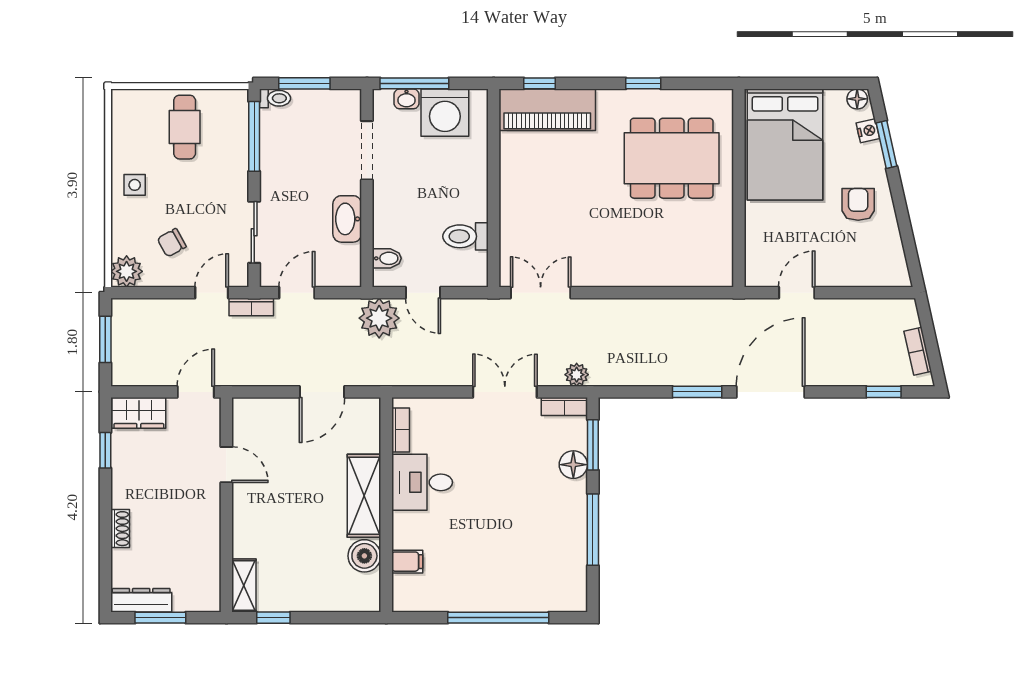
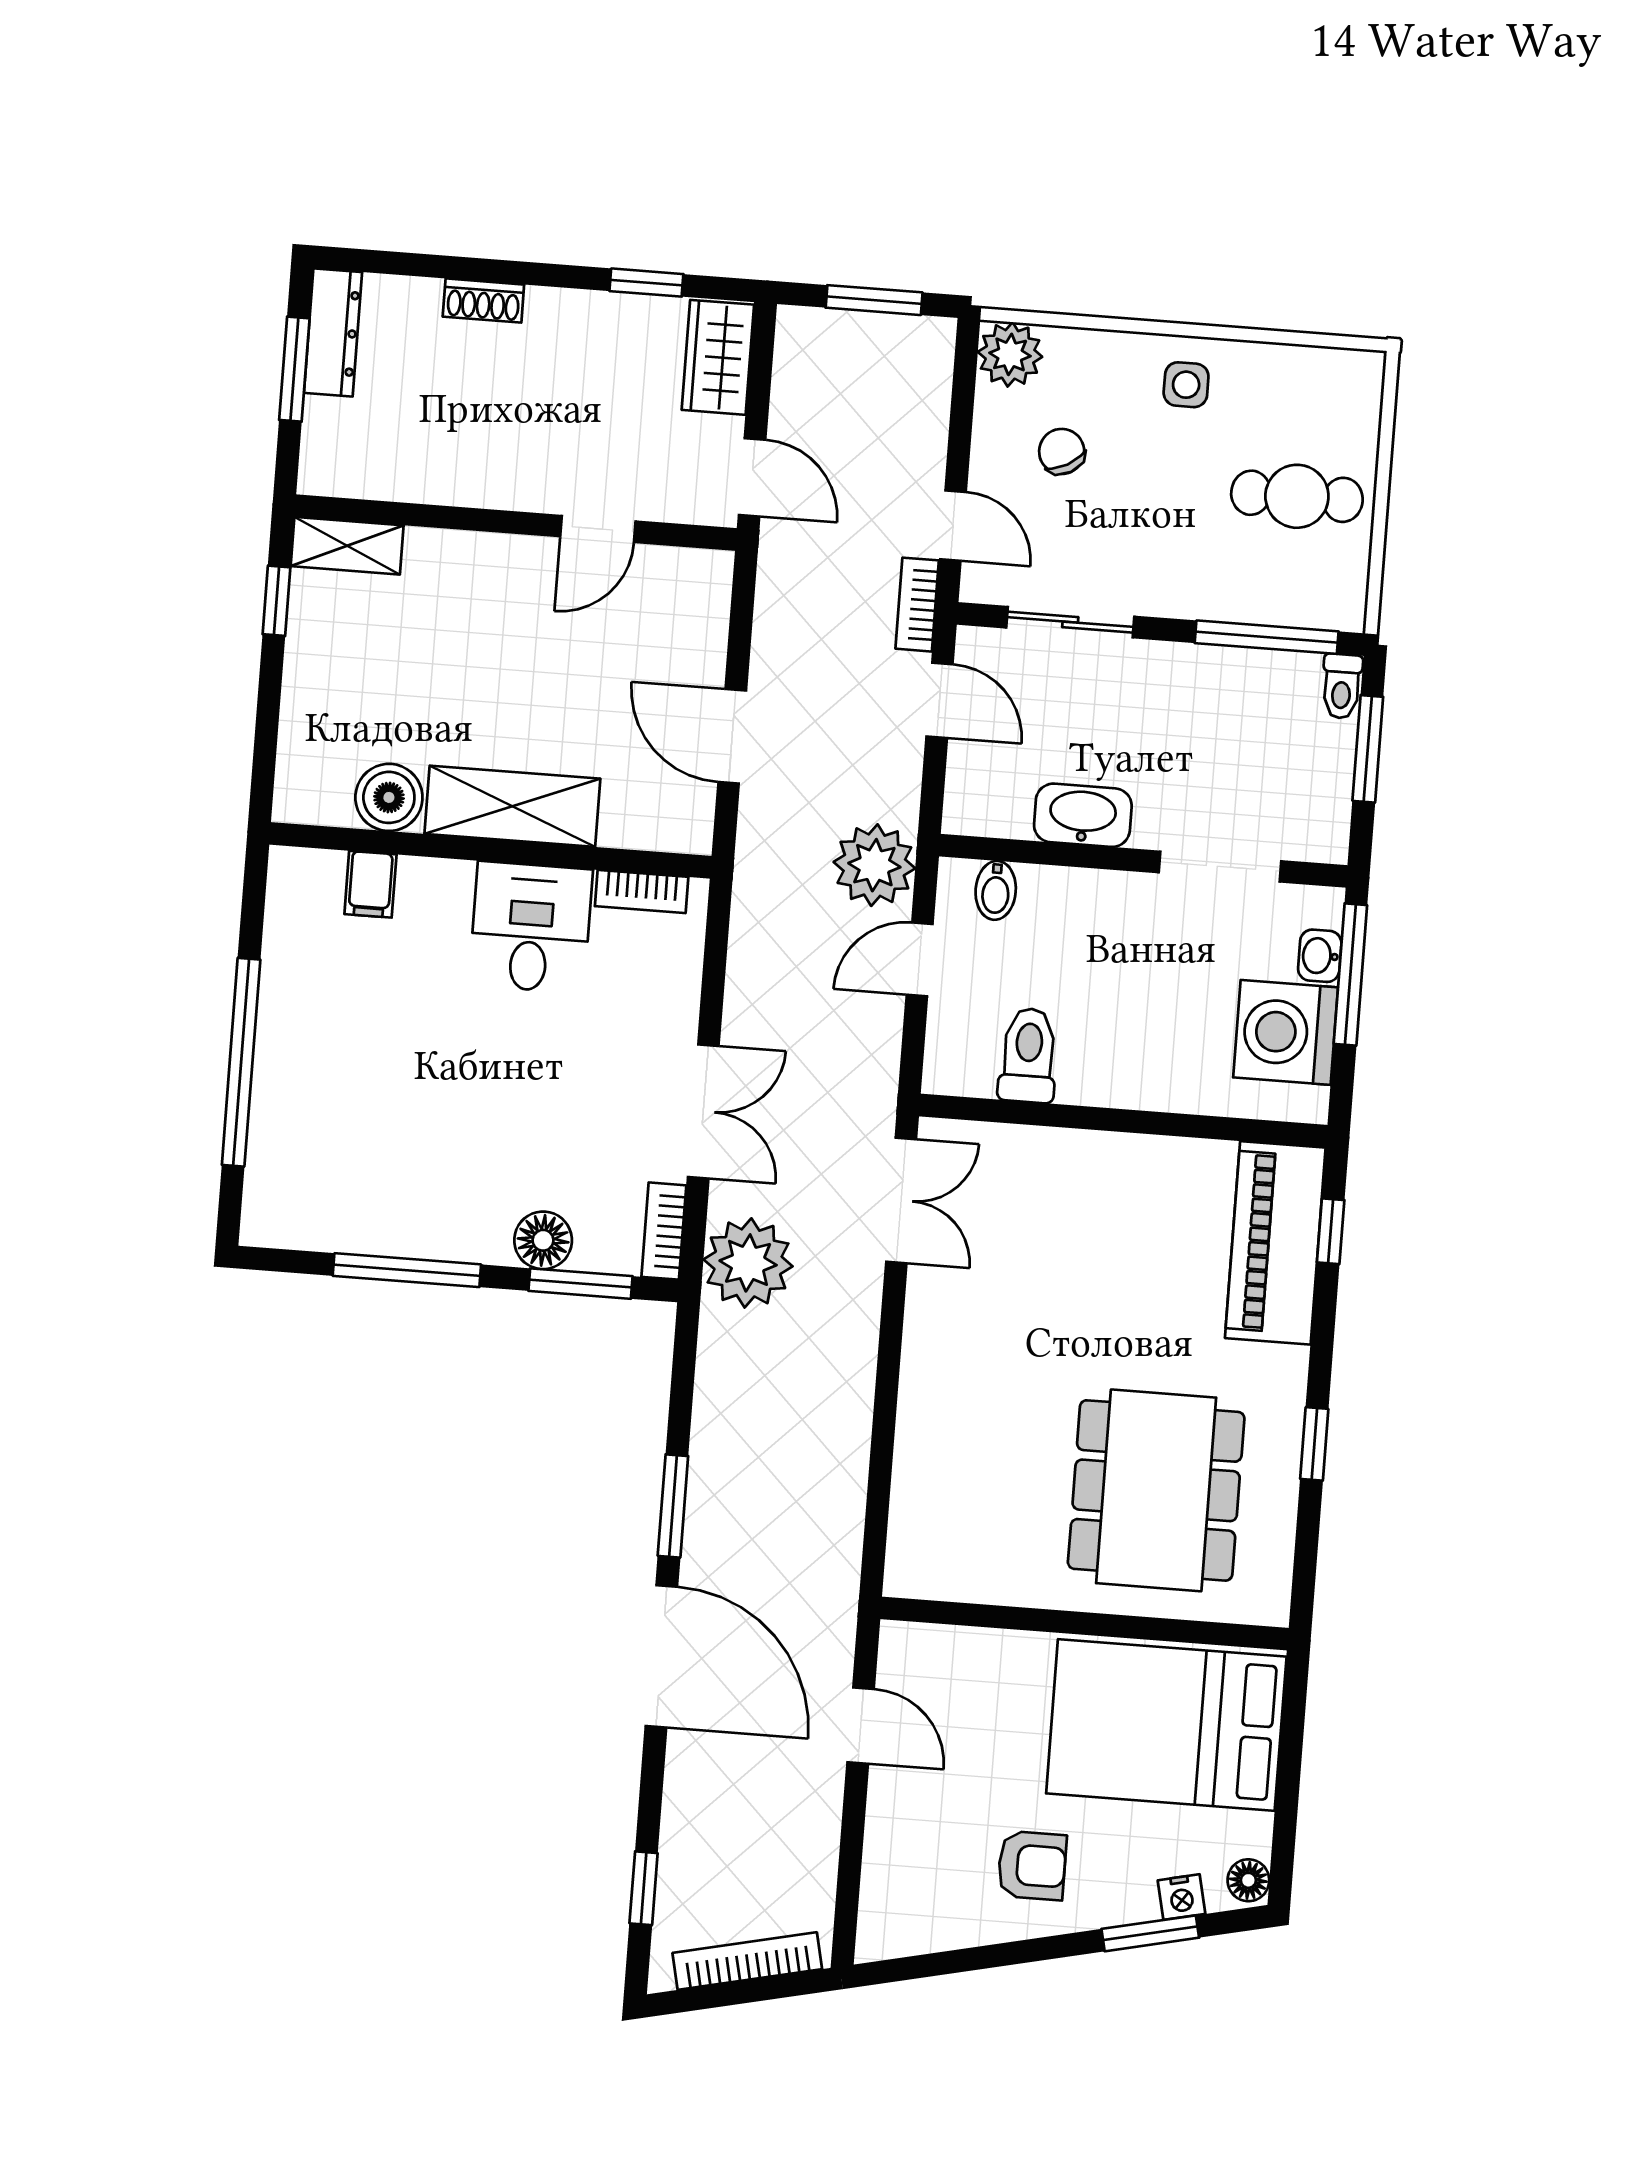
bookcase: (918, 351) -> (747, 1961), width x1.56
plant: (577, 375) -> (748, 1263), width x1.88, depth x1.88

